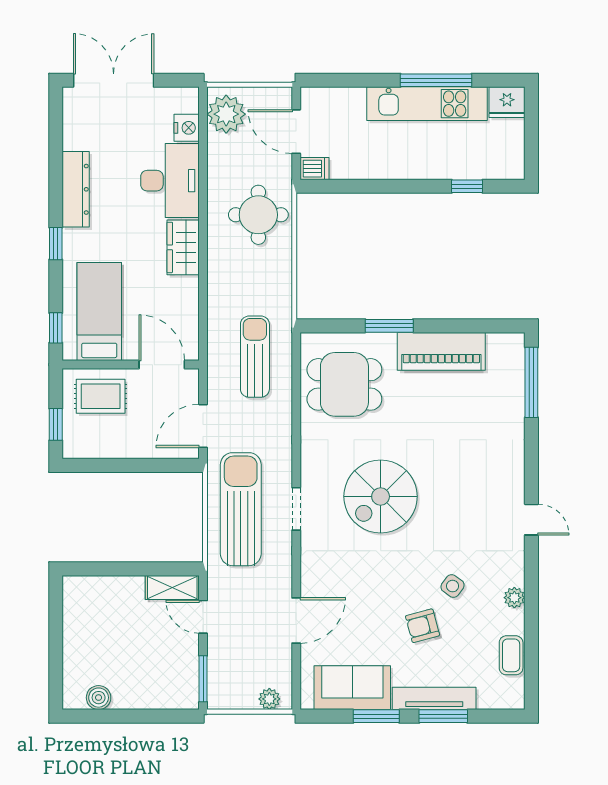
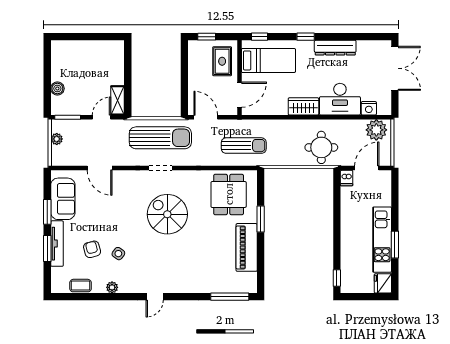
window: (436, 80) -> (395, 245), width x0.69
window: (467, 186) -> (337, 278), moved
armchair: (423, 626) -> (92, 249), moved
boiler: (99, 698) -> (57, 89), moved
plant: (269, 699) -> (57, 139), moved

